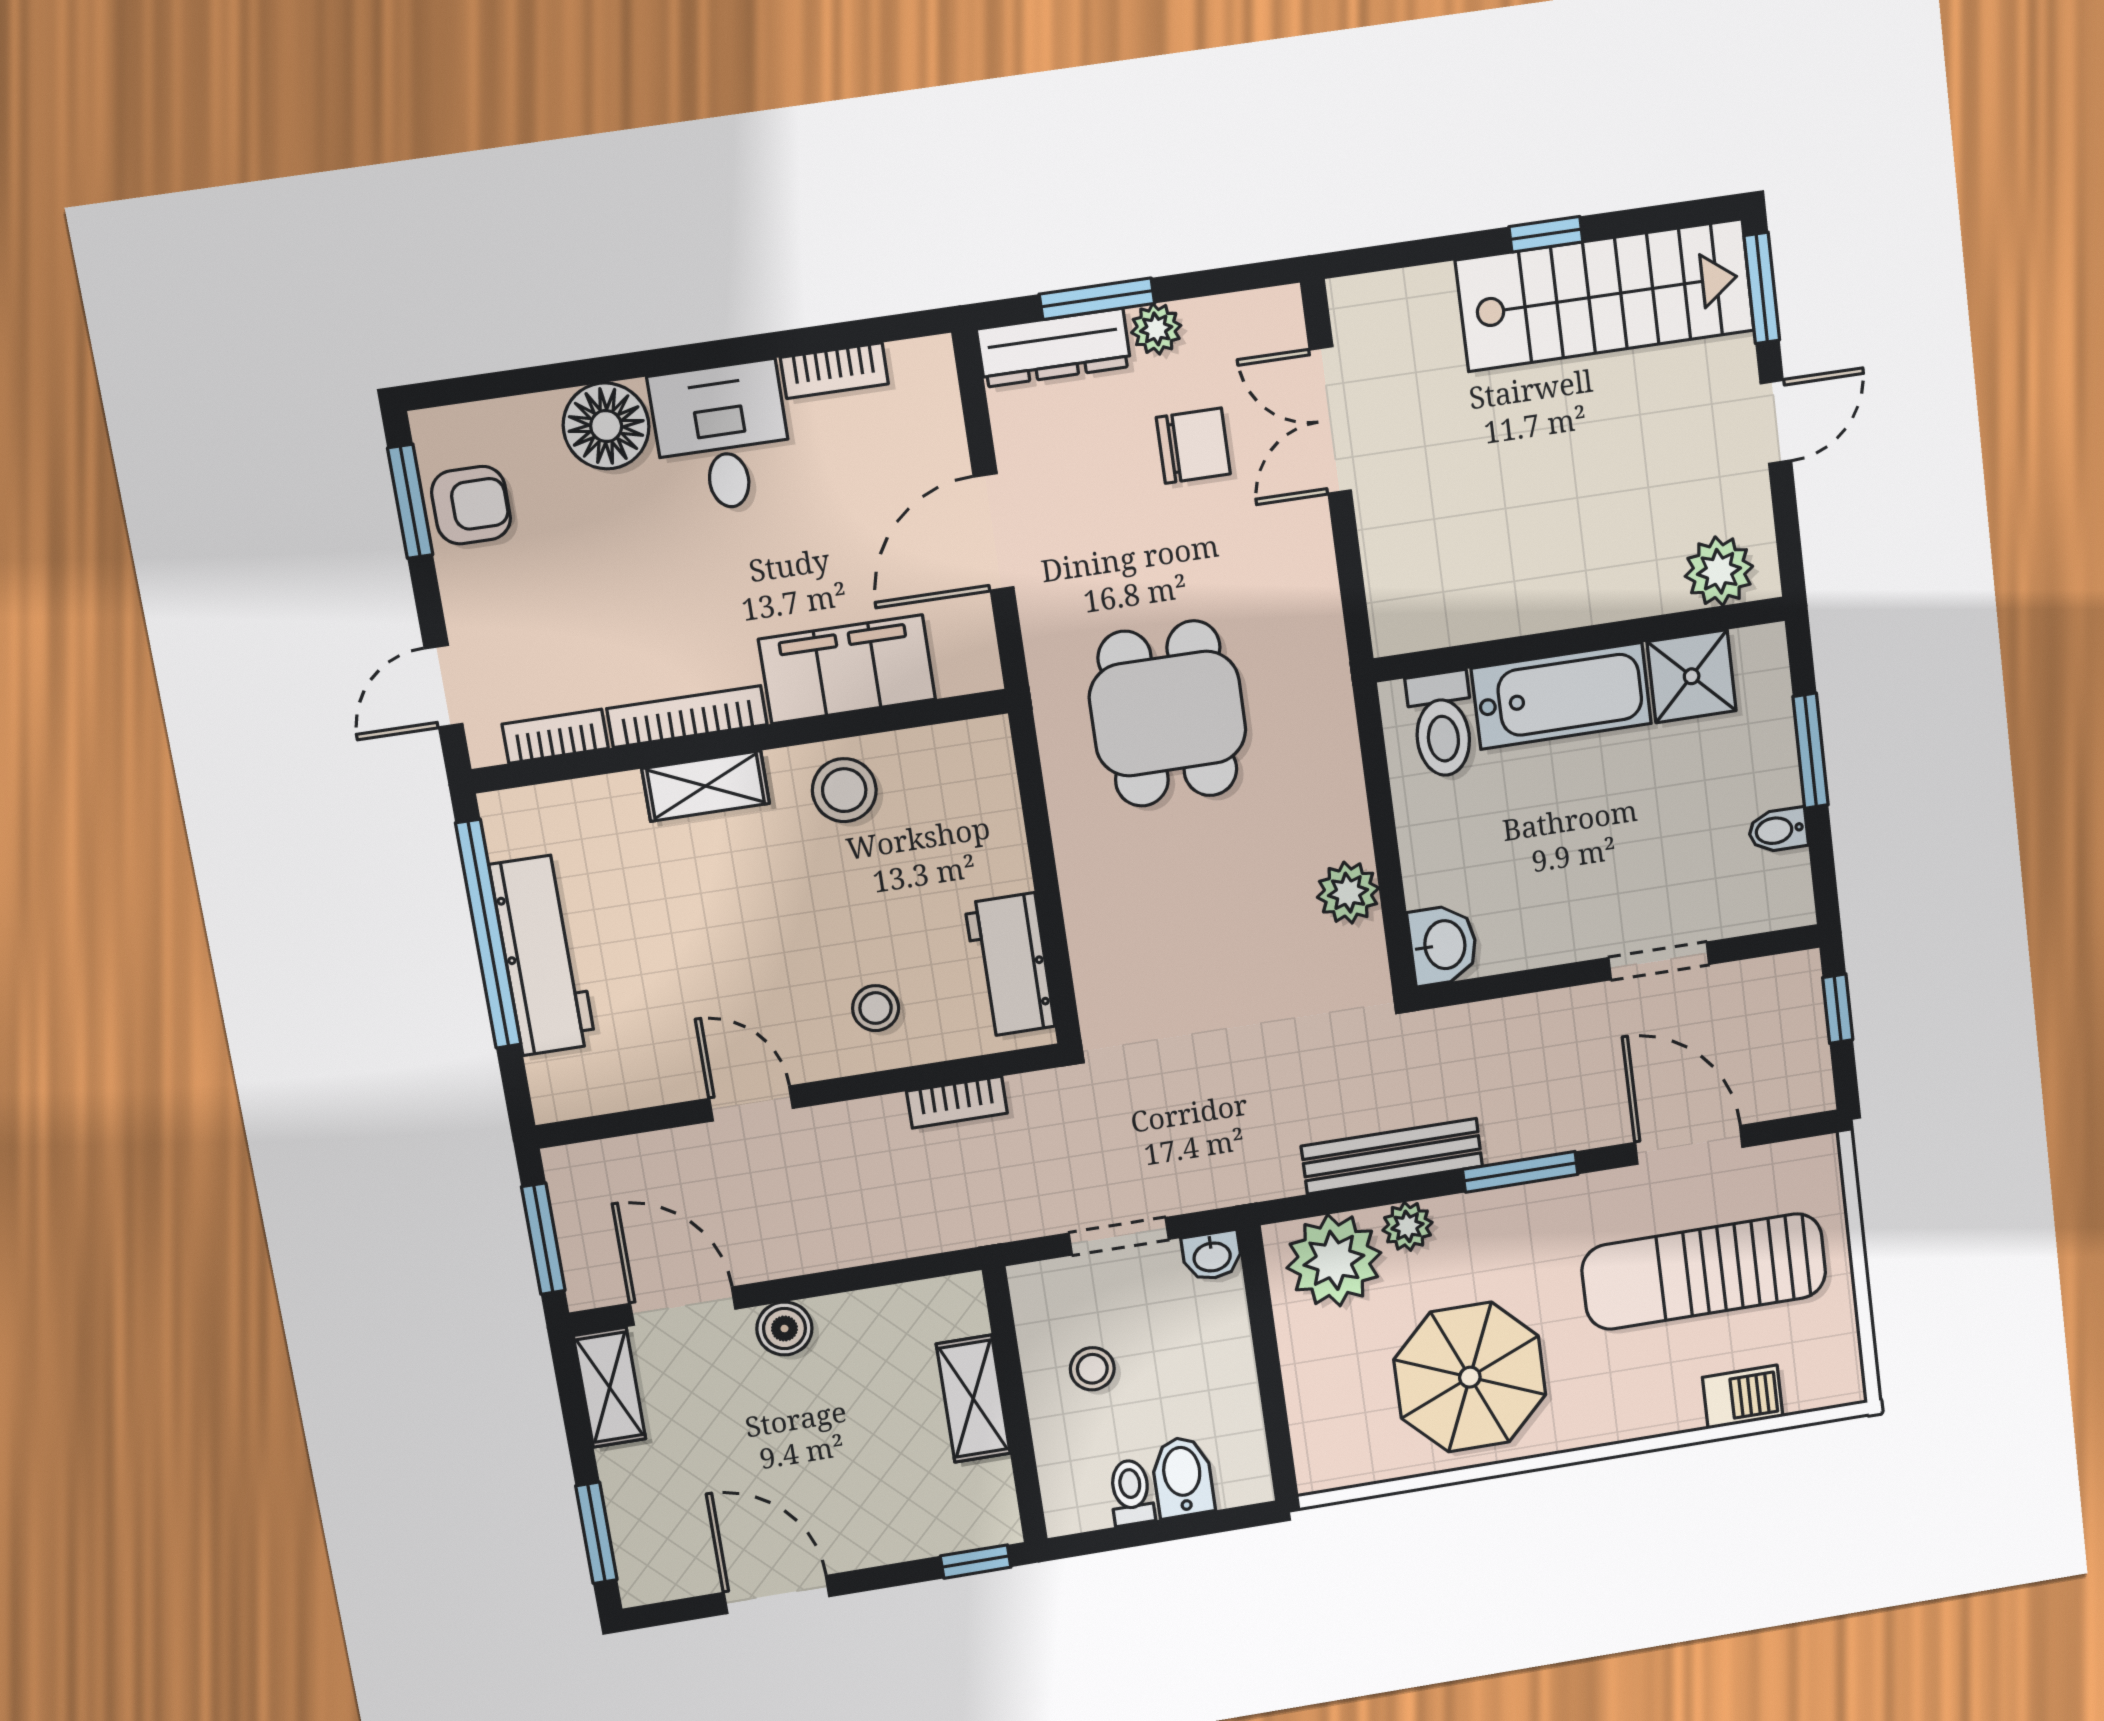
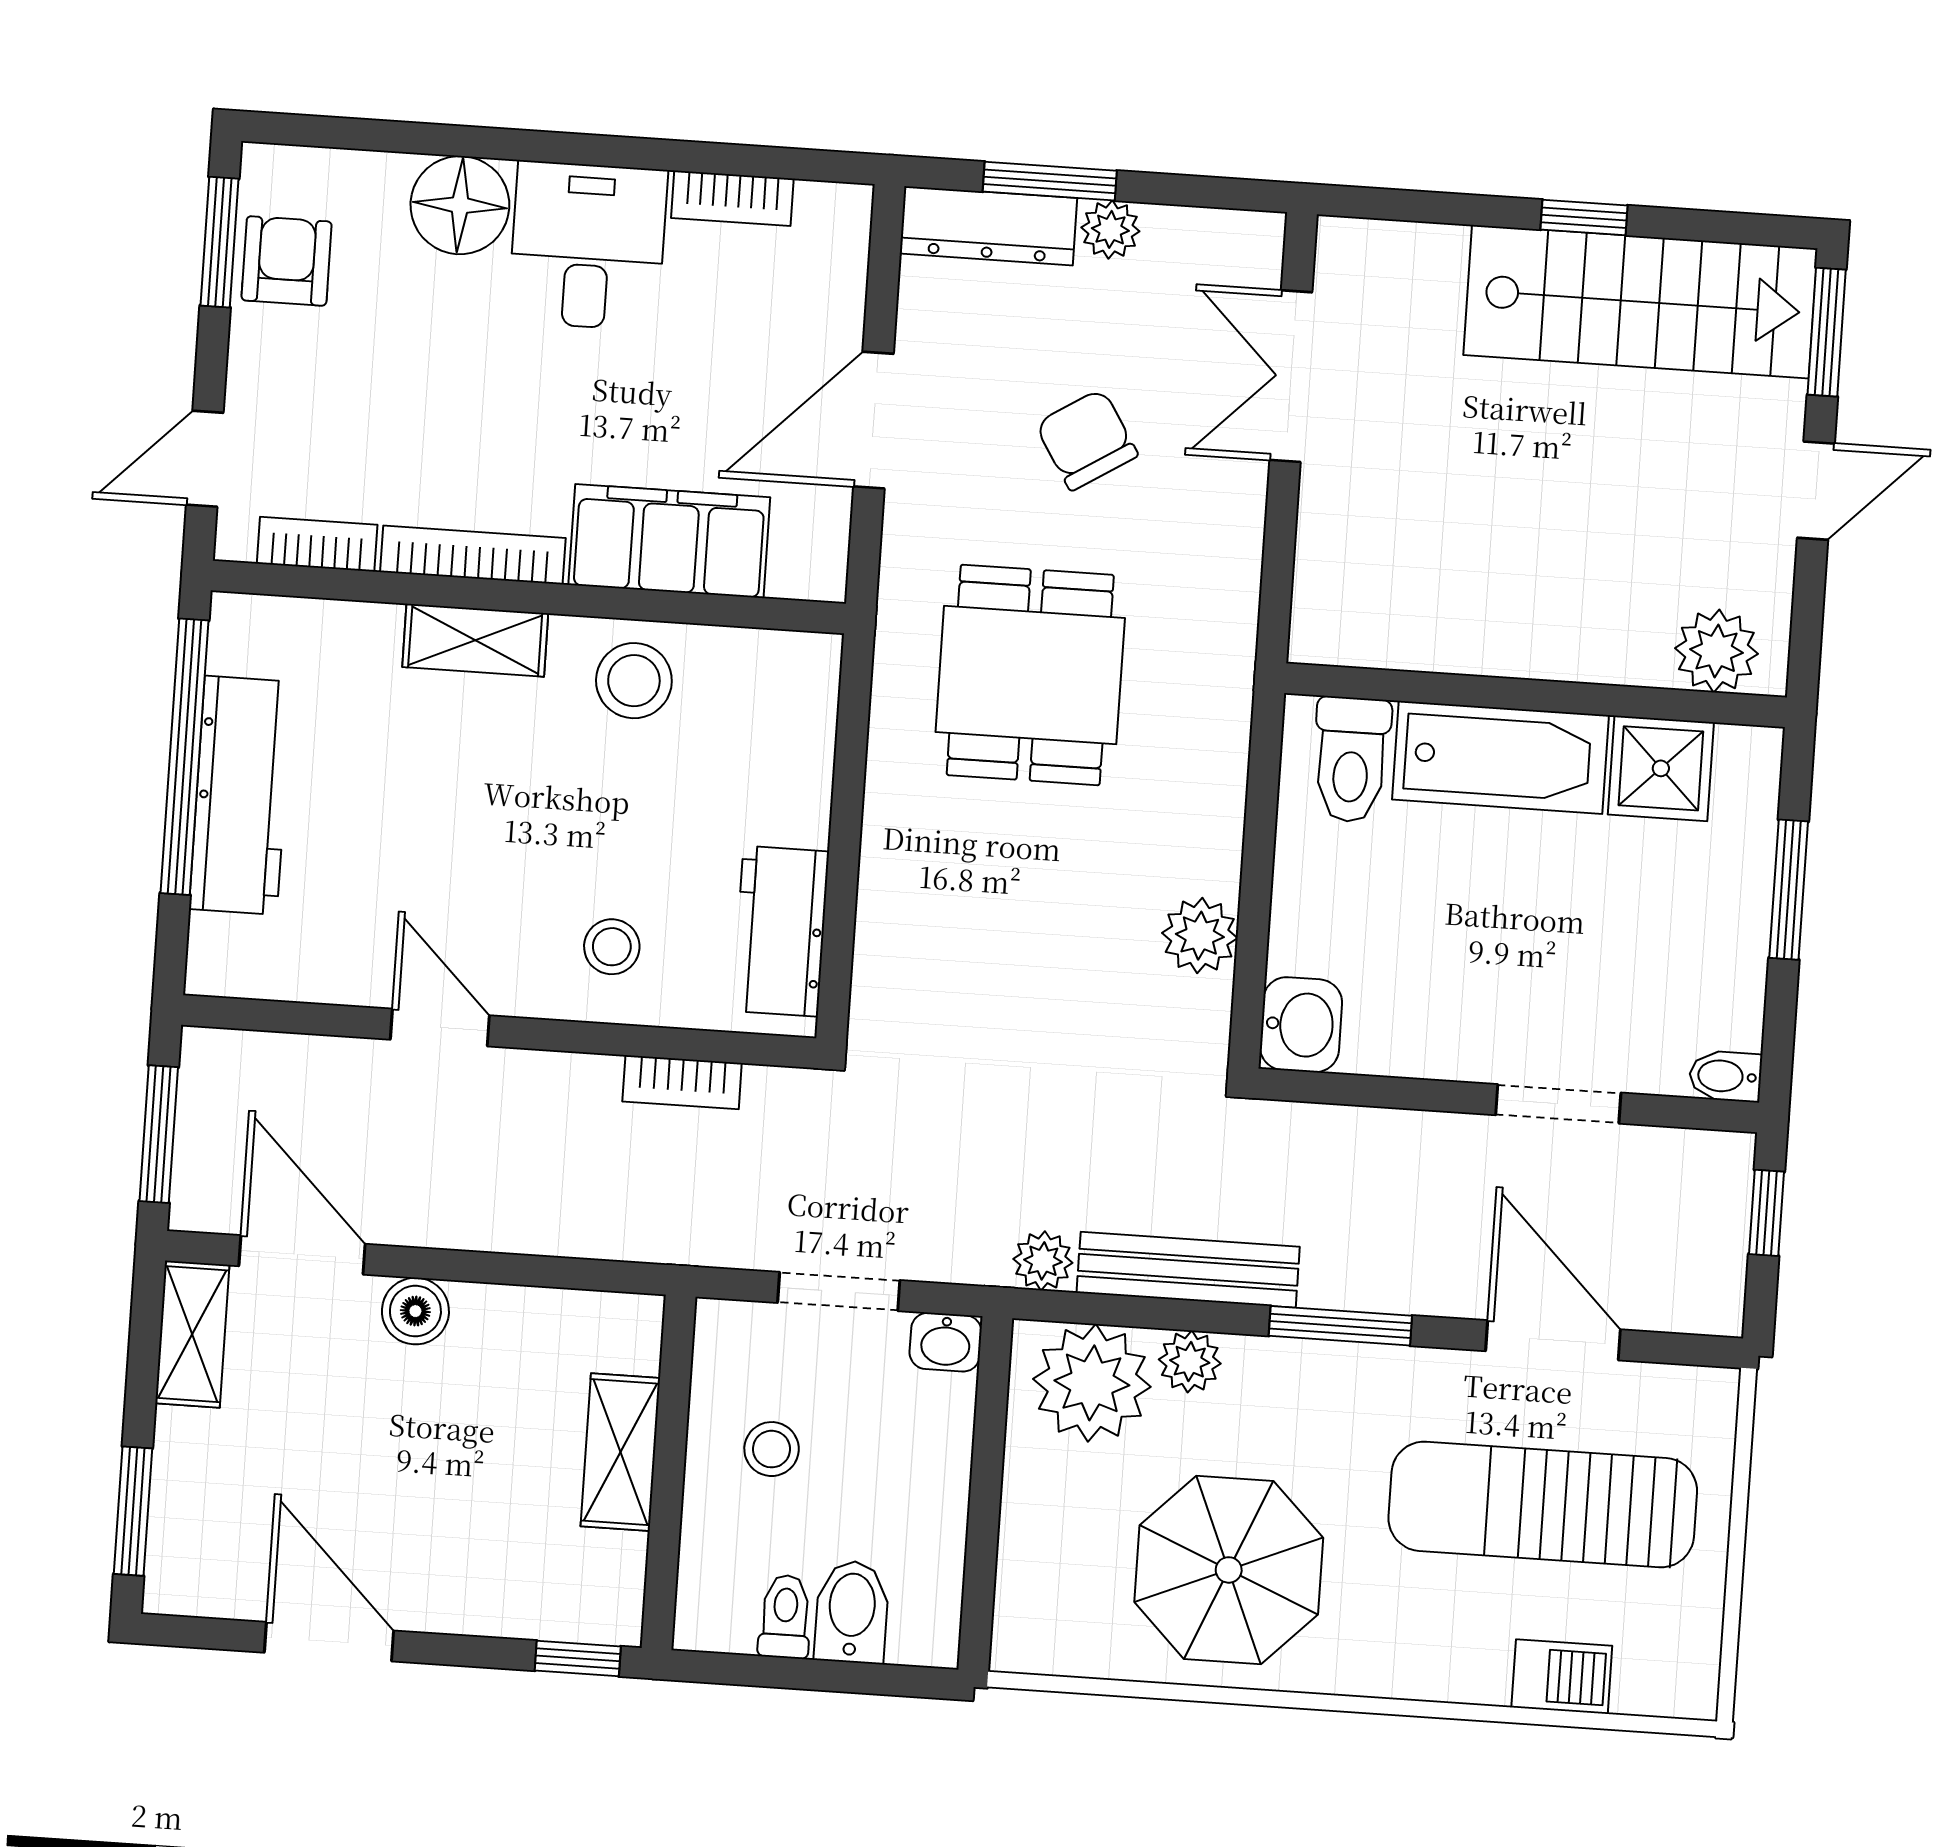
chair: (1193, 446) -> (1087, 440), moved, turned -122
armchair: (471, 505) -> (287, 261), turned -90
bidet: (1778, 830) -> (1725, 1076), moved
plant: (1276, 1176) -> (1043, 1261), added

